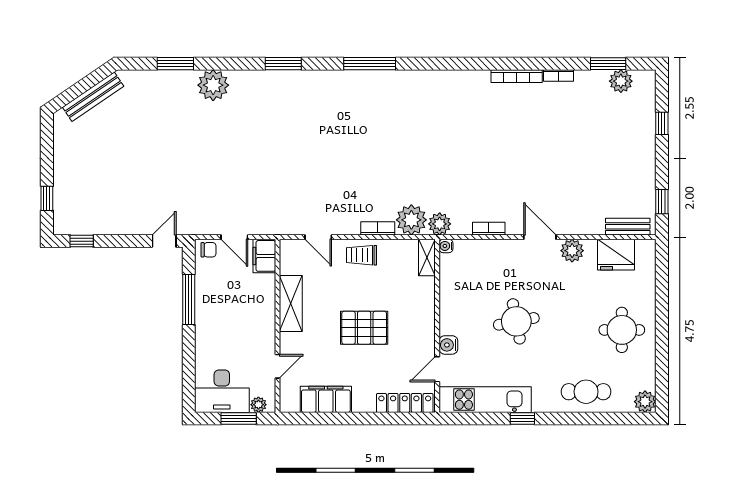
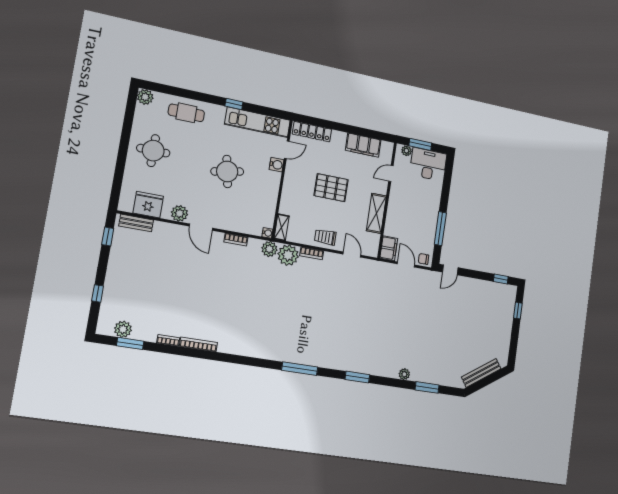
plant: (213, 85) -> (404, 374), width x0.53, depth x0.53
trolley: (362, 255) -> (325, 237), turned 180

